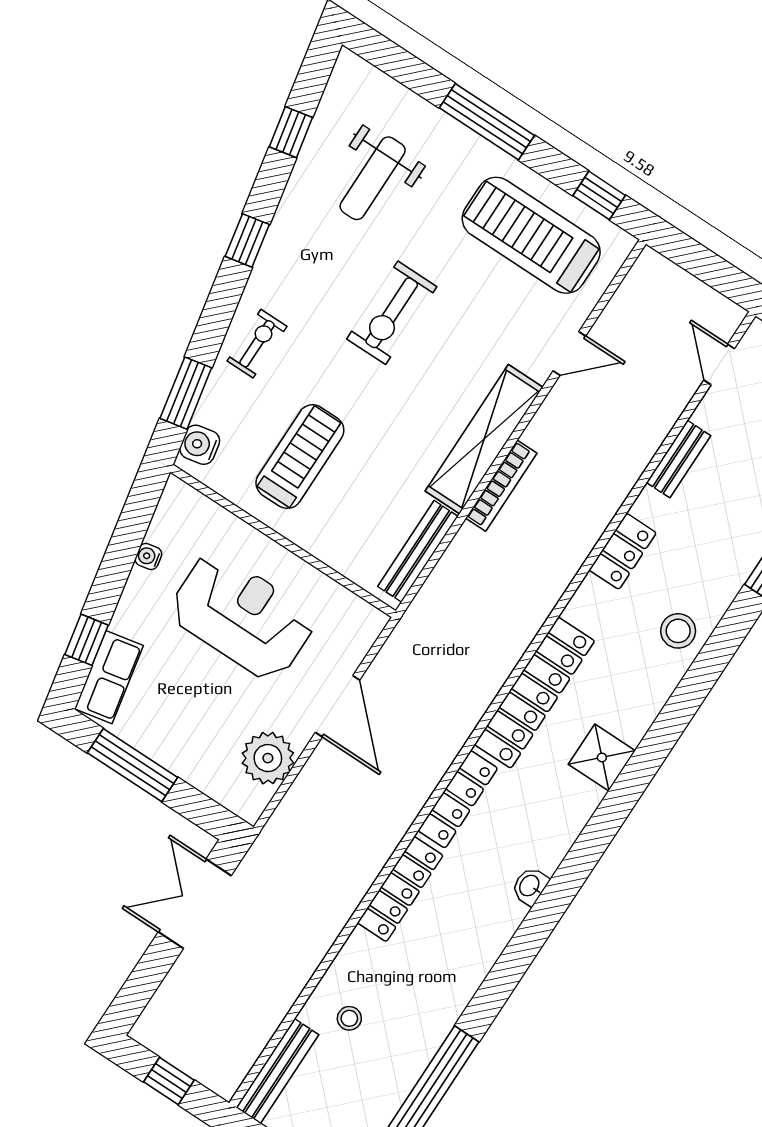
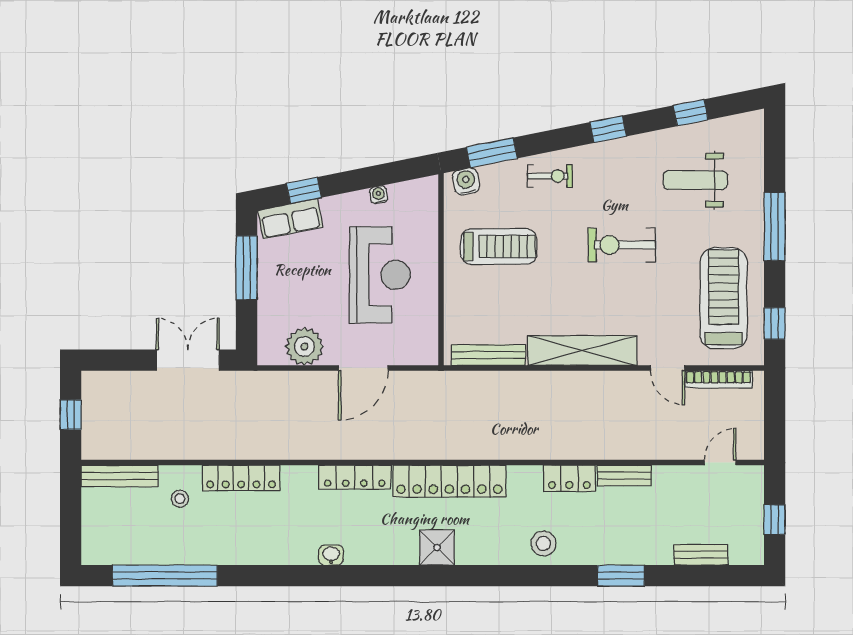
bench: (678, 459) -> (624, 476), moved
bookcase: (501, 486) -> (719, 379), moved
locker: (400, 889) -> (241, 478), moved

